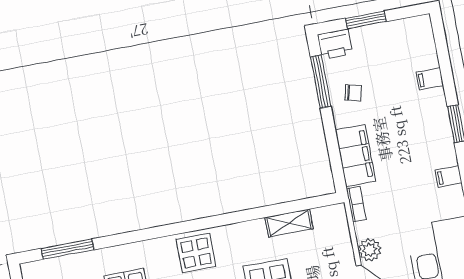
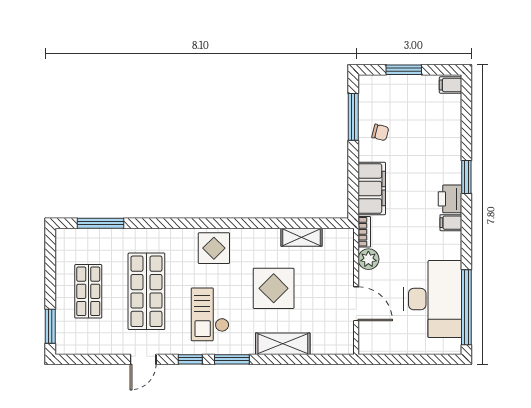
printer: (335, 44) -> (450, 199), moved, turned 90
filing cabinet: (430, 79) -> (451, 85), moved
plant: (370, 250) -> (368, 259), moved

